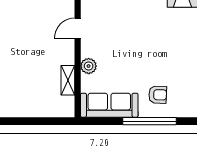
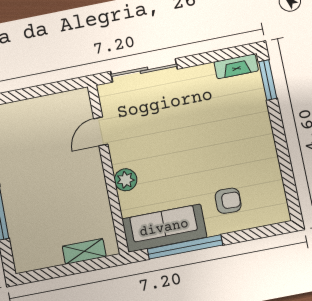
shelving: (68, 80) -> (84, 251), moved, turned 90
window: (149, 121) -> (185, 247), moved

